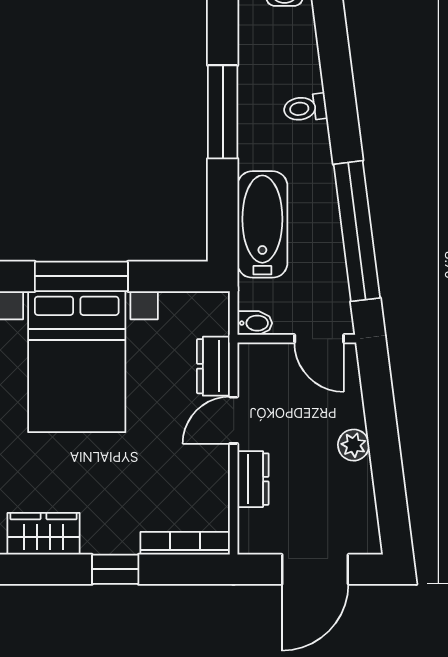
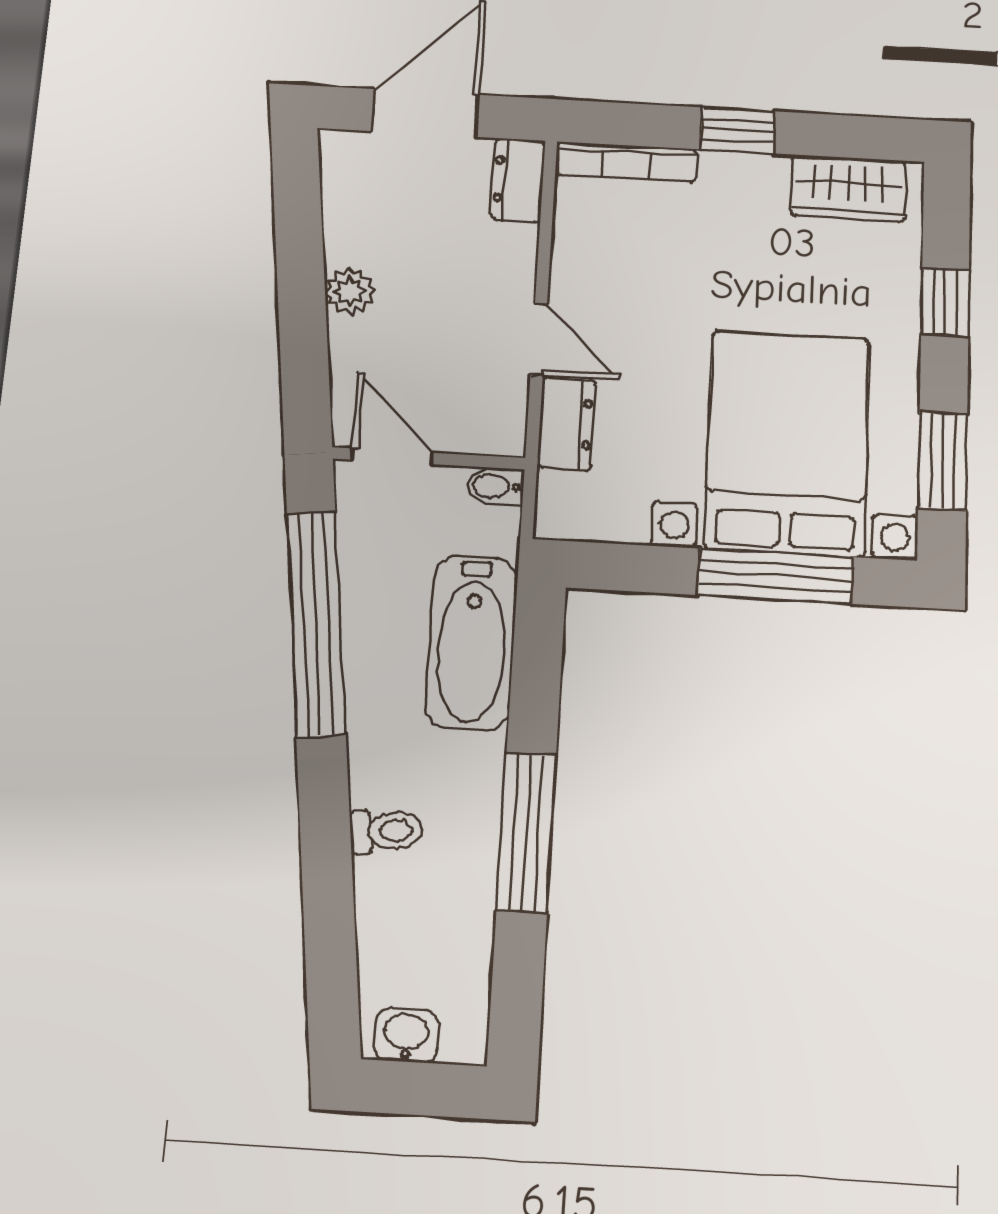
door: (234, 420) -> (539, 339), hinge flipped
dresser: (253, 479) -> (518, 180), moved

